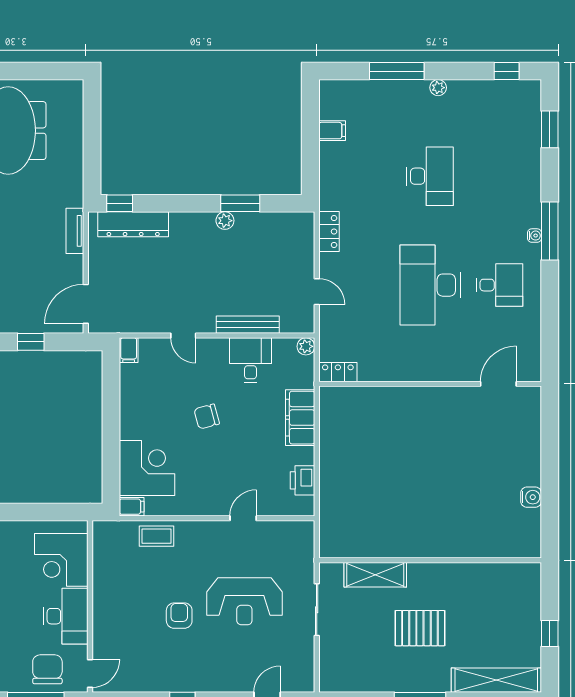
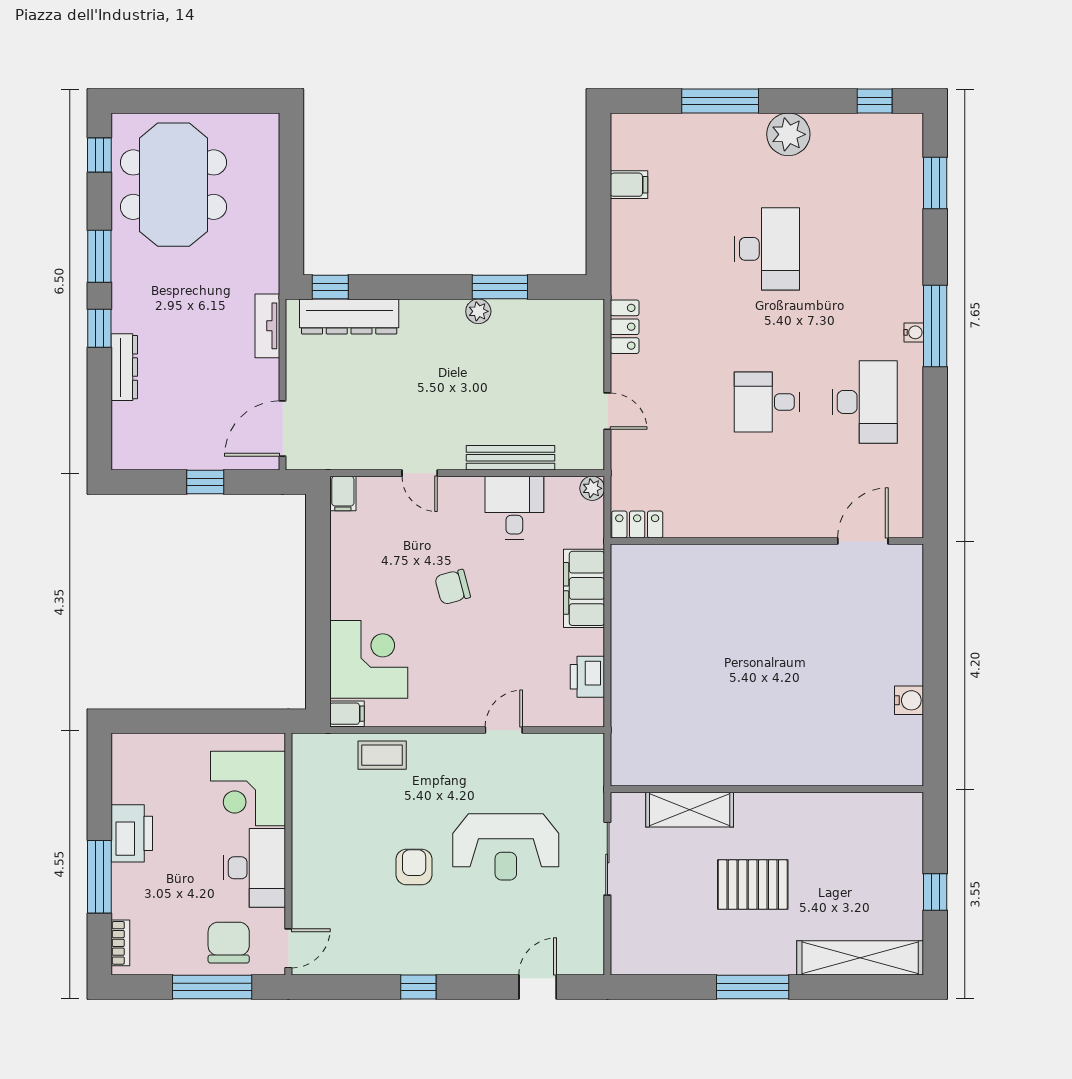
plant: (438, 88) -> (788, 134), width x1.87, depth x1.87
desk: (430, 285) -> (767, 402), width x0.53, depth x0.77
desk: (500, 285) -> (865, 402), width x1.37

